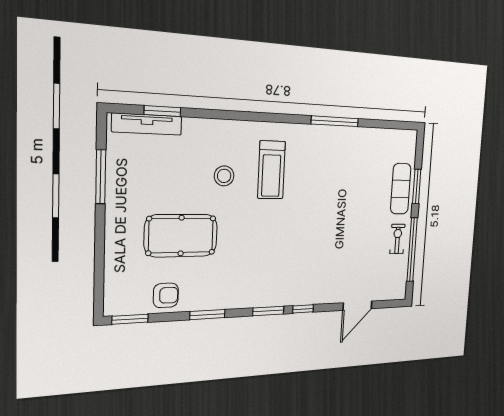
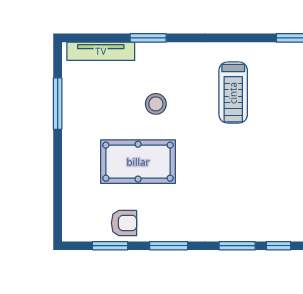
window: (163, 111) -> (148, 38), moved
stool: (224, 176) -> (156, 104), moved
window: (130, 319) -> (110, 246), moved

